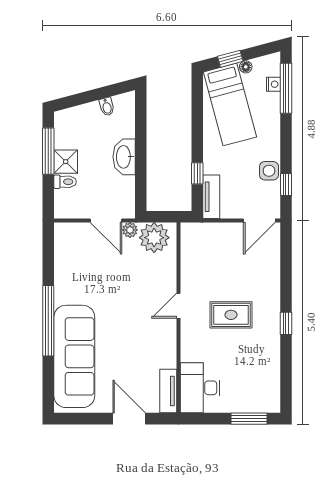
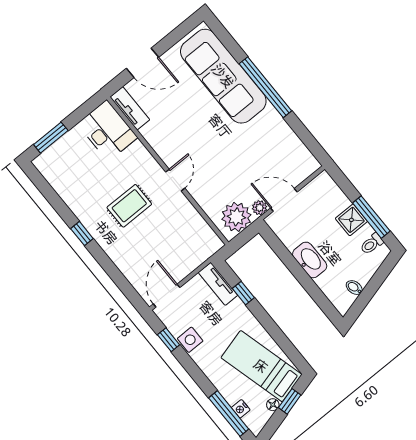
toilet: (65, 182) -> (372, 244), moved

